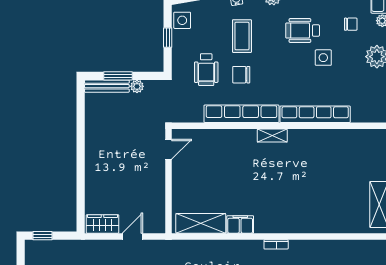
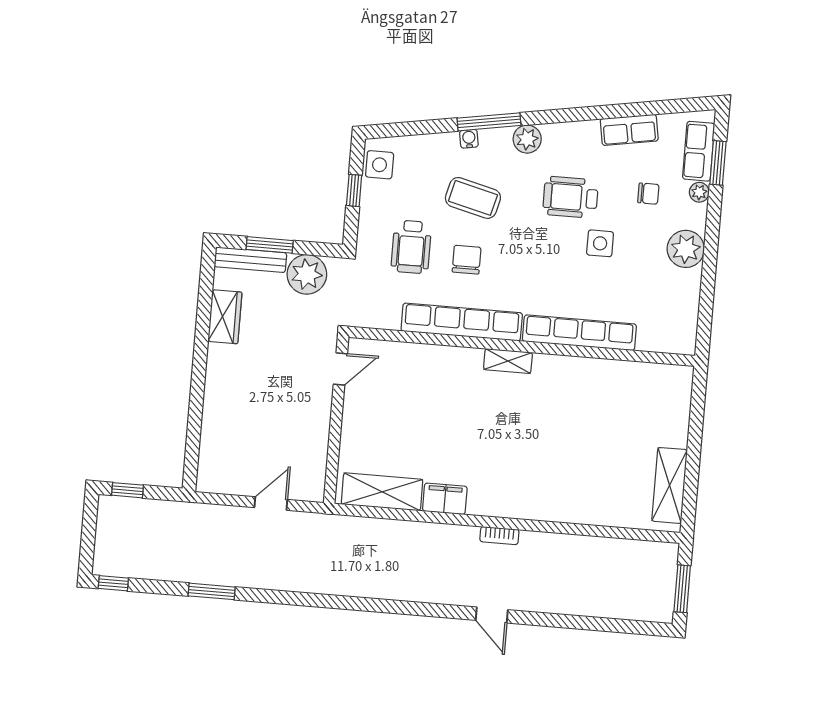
coffee table: (242, 36) -> (473, 198), turned -76
chair: (241, 75) -> (467, 260), turned 90
plant: (137, 86) -> (307, 274), width x1.87, depth x1.87
wardrobe: (103, 224) -> (225, 317), moved, turned 90

